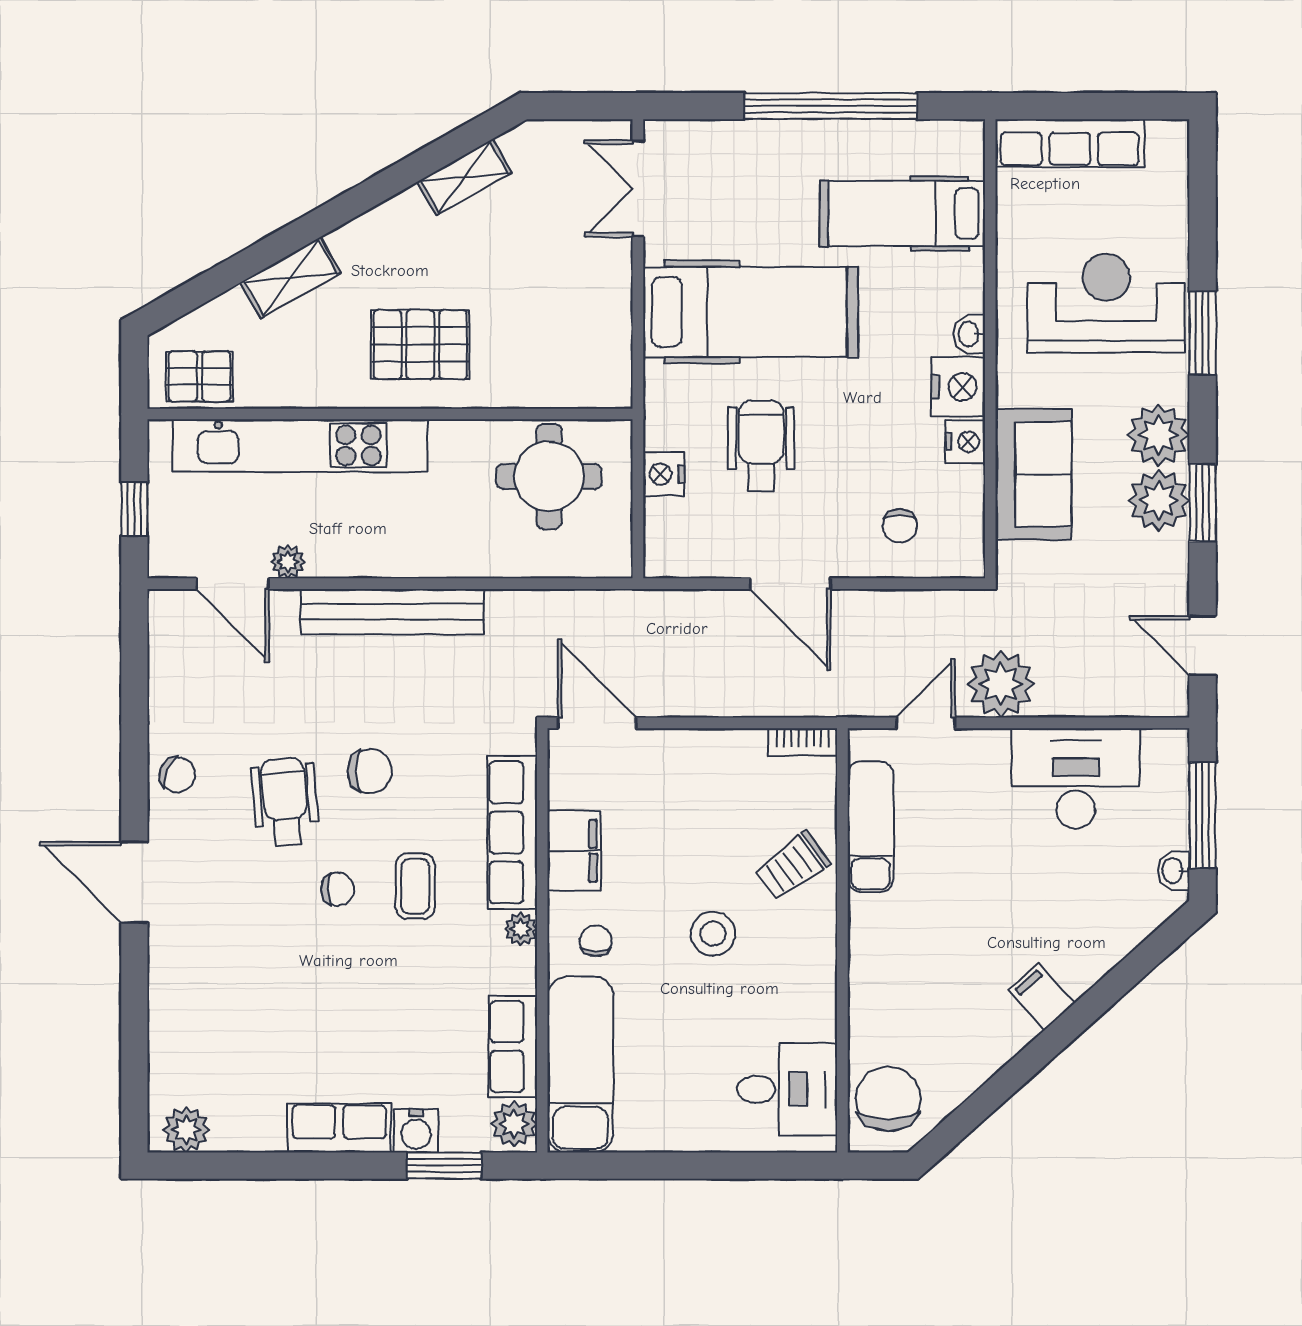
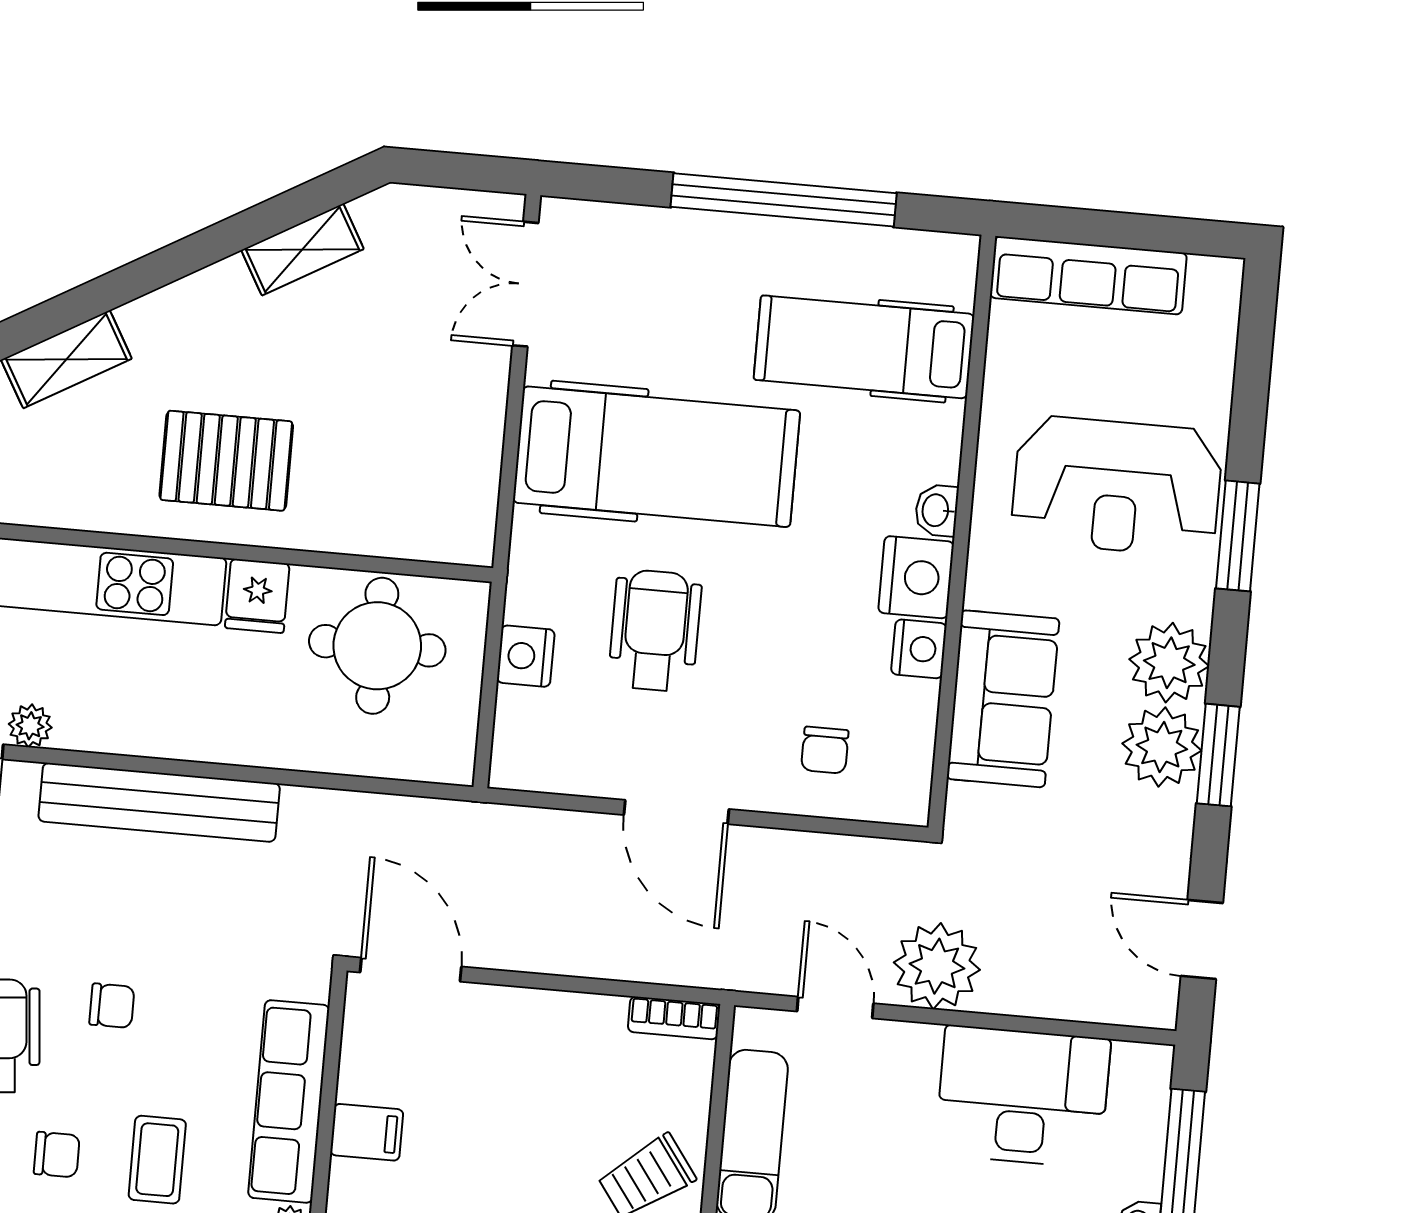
reception desk: (1106, 303) -> (1117, 486), turned 180
fridge: (453, 446) -> (257, 596), added
door: (926, 723) -> (835, 1007), hinge flipped
chair: (370, 771) -> (112, 1006), width x0.73, depth x0.73
filing cabinet: (574, 851) -> (367, 1132), width x0.50

